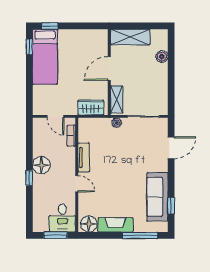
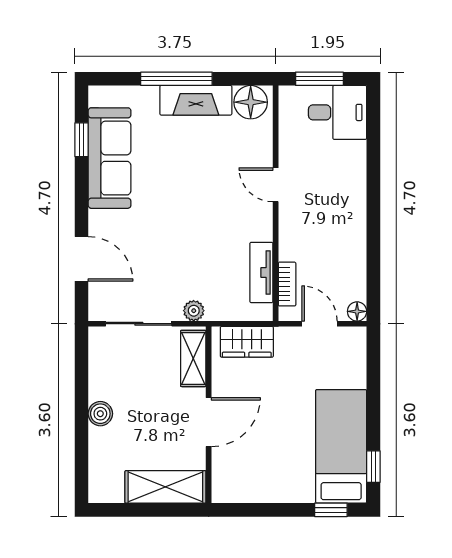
boiler: (162, 57) -> (100, 414), moved
door: (171, 148) -> (81, 259), swing flipped
tv unit: (84, 157) -> (261, 272), moved
floor lamp: (41, 165) -> (357, 311), moved, width x0.53, depth x0.53
window: (29, 178) -> (373, 197), removed
desk: (62, 218) -> (338, 112), moved, turned 90
window: (140, 235) -> (176, 79), moved

